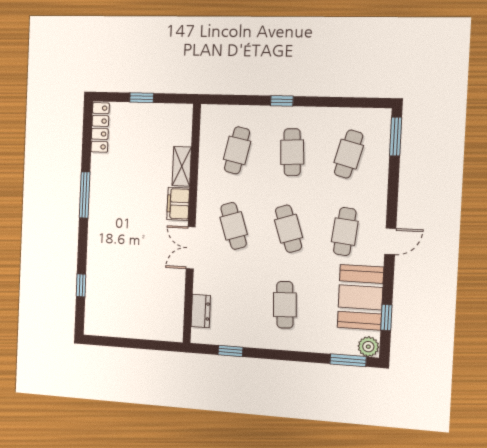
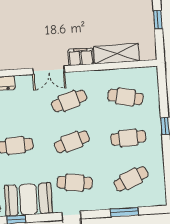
window: (396, 136) -> (124, 212), moved
cafe table: (349, 154) -> (131, 179), turned -39
shelving: (182, 166) -> (116, 54), width x1.50, depth x1.33
double door: (191, 248) -> (49, 70), swing flipped

